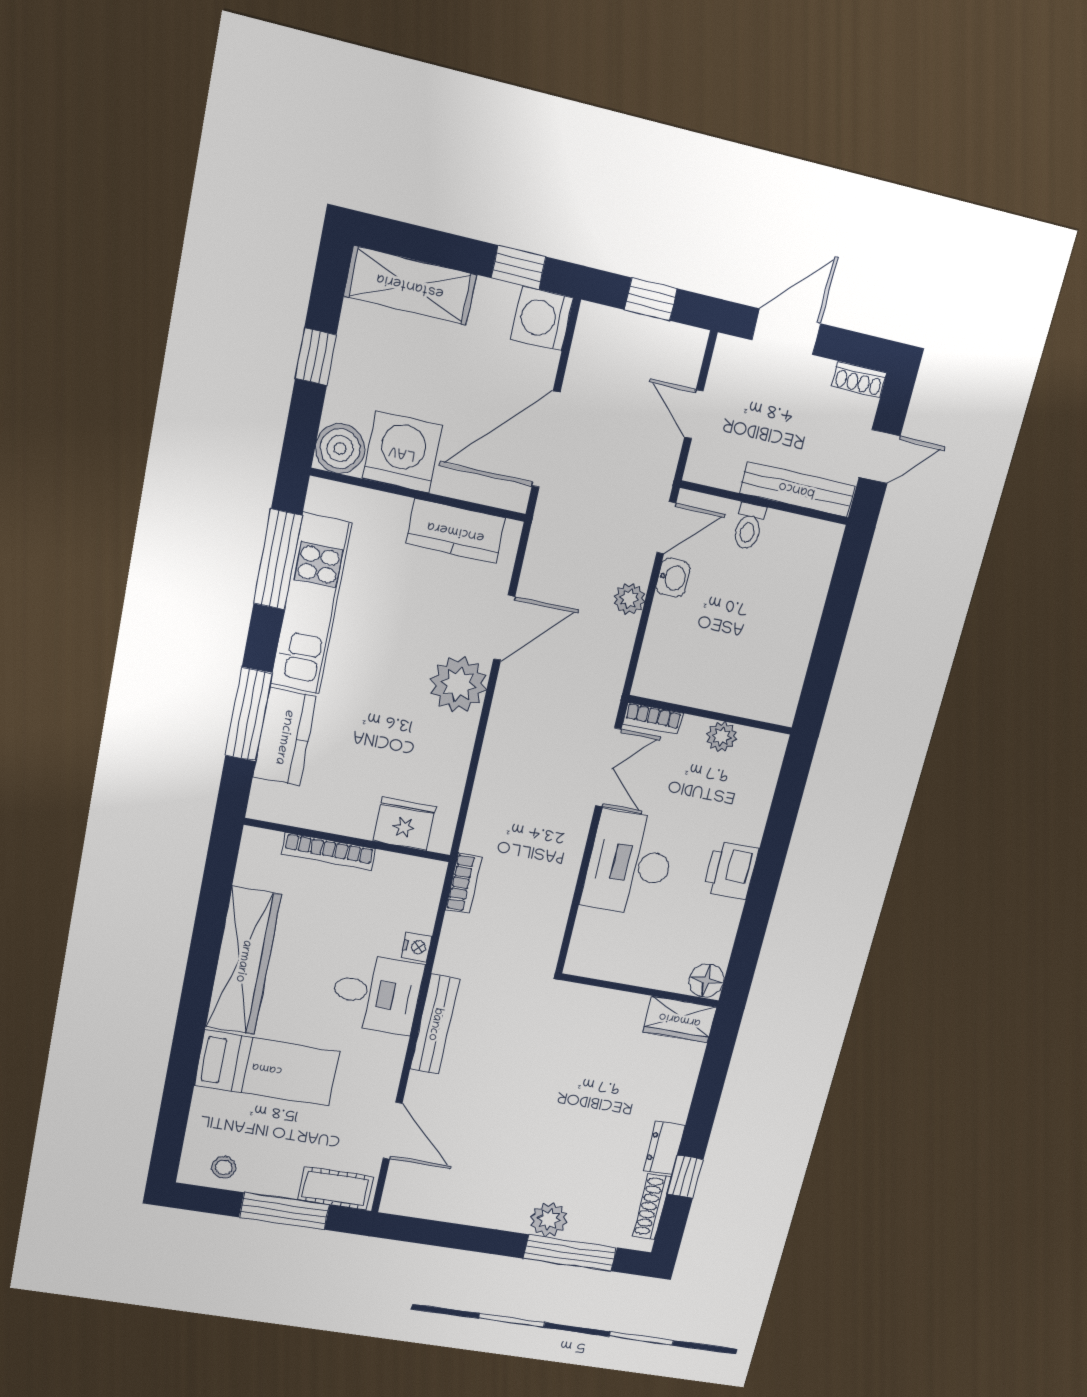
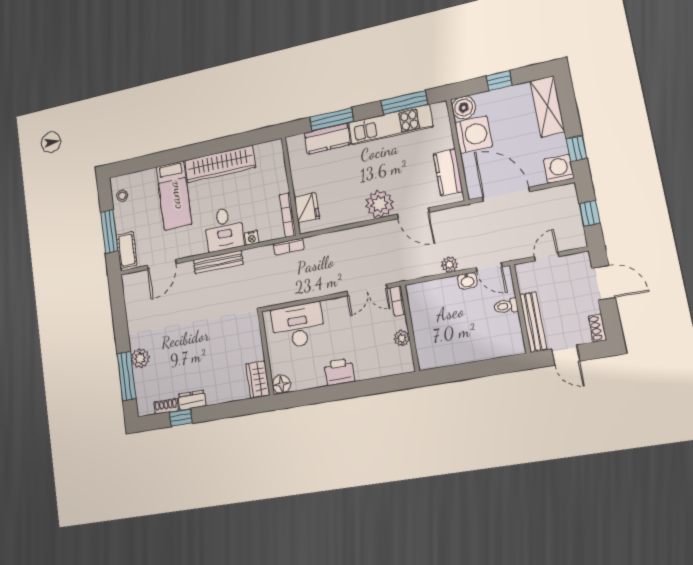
bookcase: (329, 852) -> (288, 215), moved
desk: (629, 864) -> (298, 325), moved
shoe rack: (652, 1207) -> (166, 406), width x0.70

